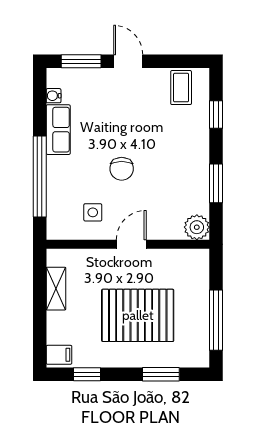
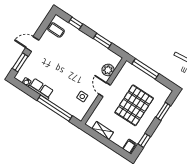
chair: (122, 169) -> (73, 74), removed
plant: (197, 227) -> (108, 70), moved
window: (216, 320) -> (145, 69), moved

